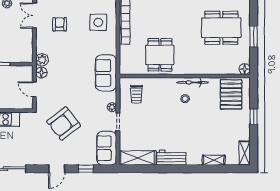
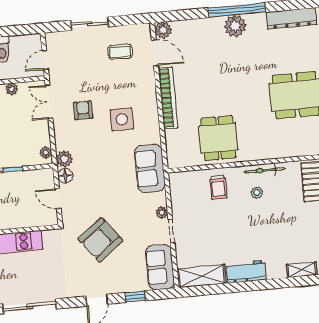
side table: (98, 22) -> (122, 119), moved
plant: (28, 54) -> (46, 153), added
trolley: (136, 94) -> (218, 187), moved

